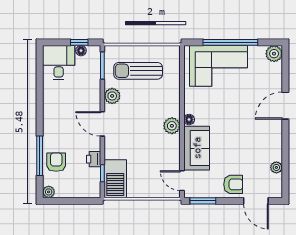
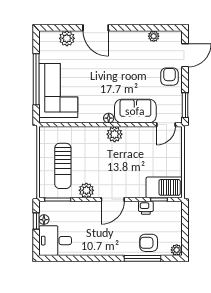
plant: (274, 54) -> (67, 38), moved

